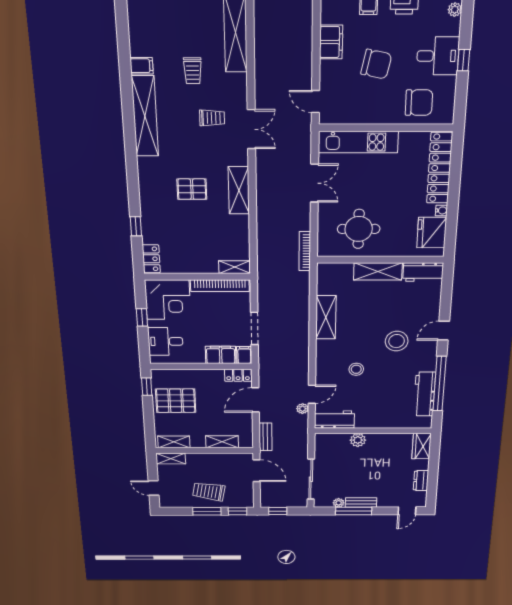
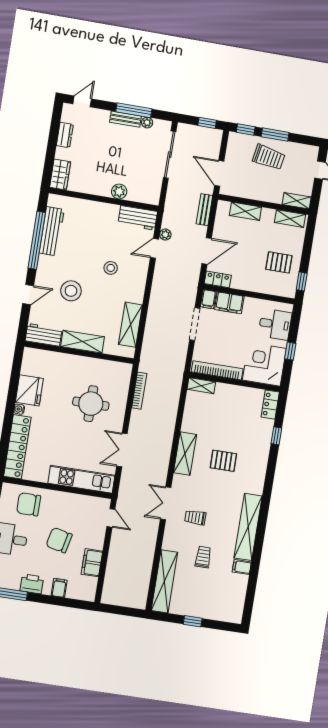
wall: (380, 260) -> (79, 352), moved
shelving: (378, 271) -> (83, 342), moved
workbench: (423, 272) -> (44, 335), moved
pallet: (176, 401) -> (279, 262), width x0.67, depth x0.71

